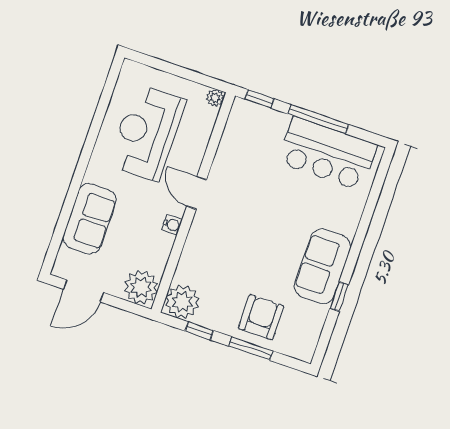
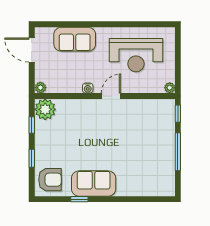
reception desk: (147, 133) -> (136, 55), turned 180
bar counter: (328, 154) -> (160, 164), removed
plant: (141, 287) -> (40, 88), width x0.53, depth x0.53
armchair: (261, 317) -> (50, 180), moved
window: (251, 349) -> (32, 158), width x0.67

